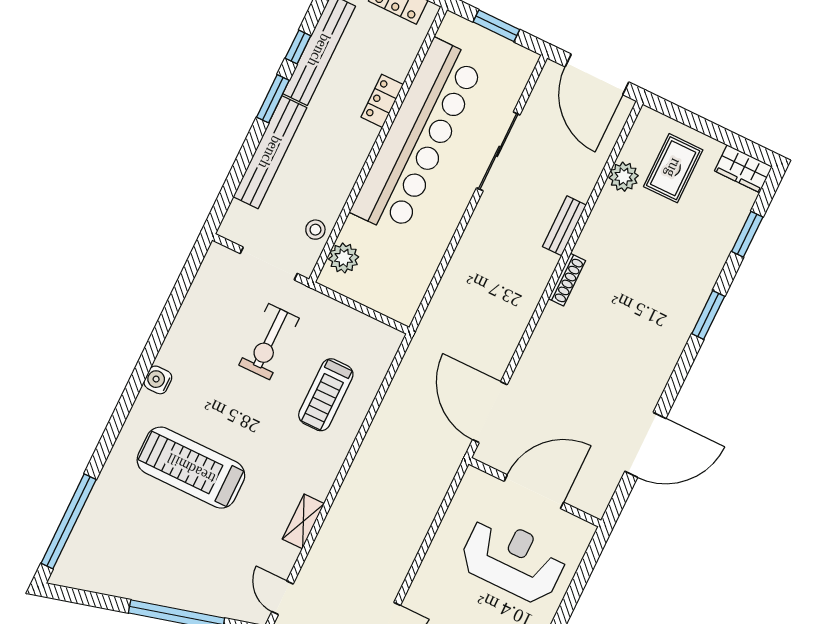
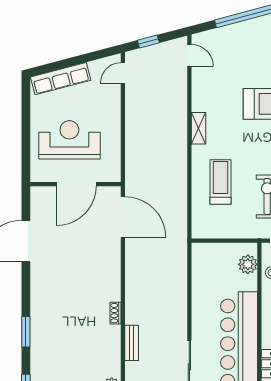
shoe rack: (567, 280) -> (116, 313), width x0.70
shelving: (303, 521) -> (199, 128), moved
reception desk: (513, 560) -> (69, 140), turned 180

